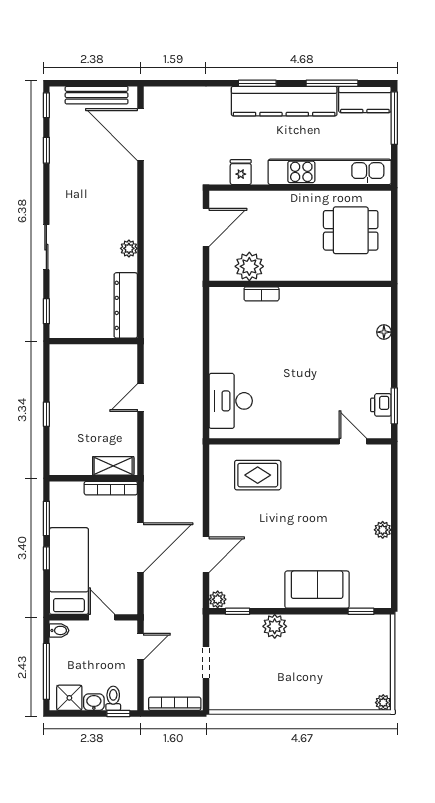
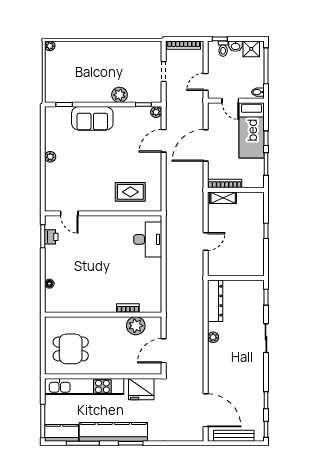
fridge: (241, 172) -> (141, 389), width x1.88, depth x1.34

